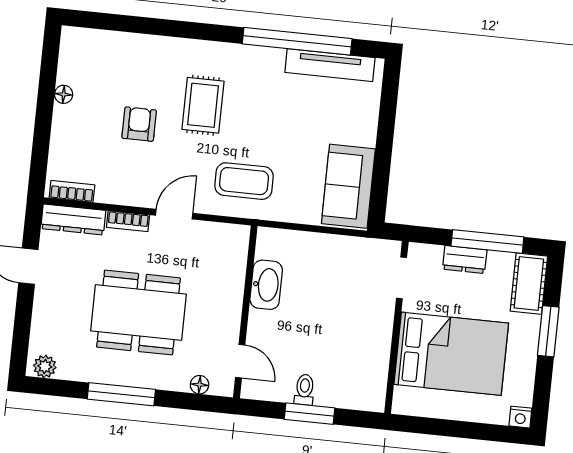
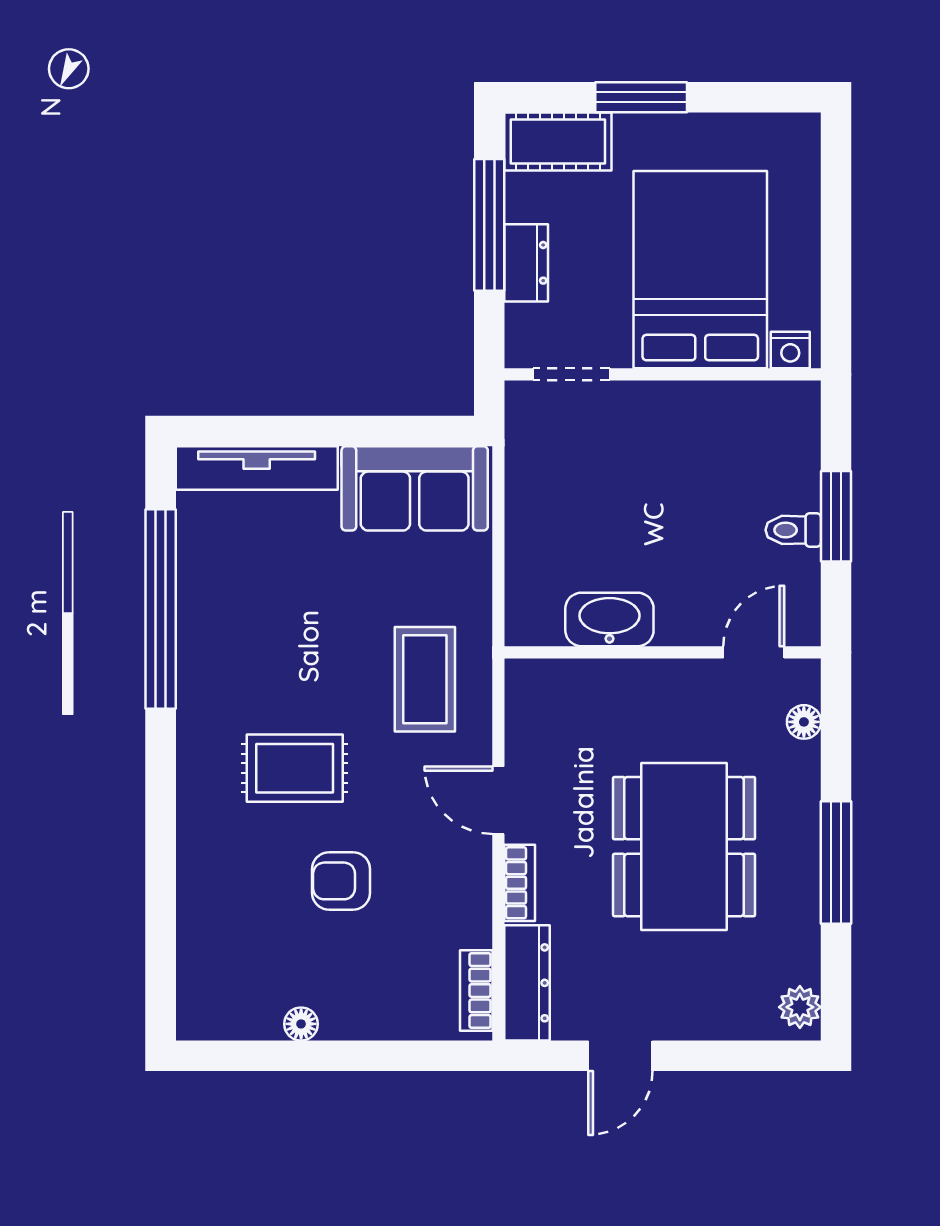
tv unit: (330, 65) -> (257, 468), moved, turned 90
nightstand: (520, 417) -> (790, 350), moved, turned 90

